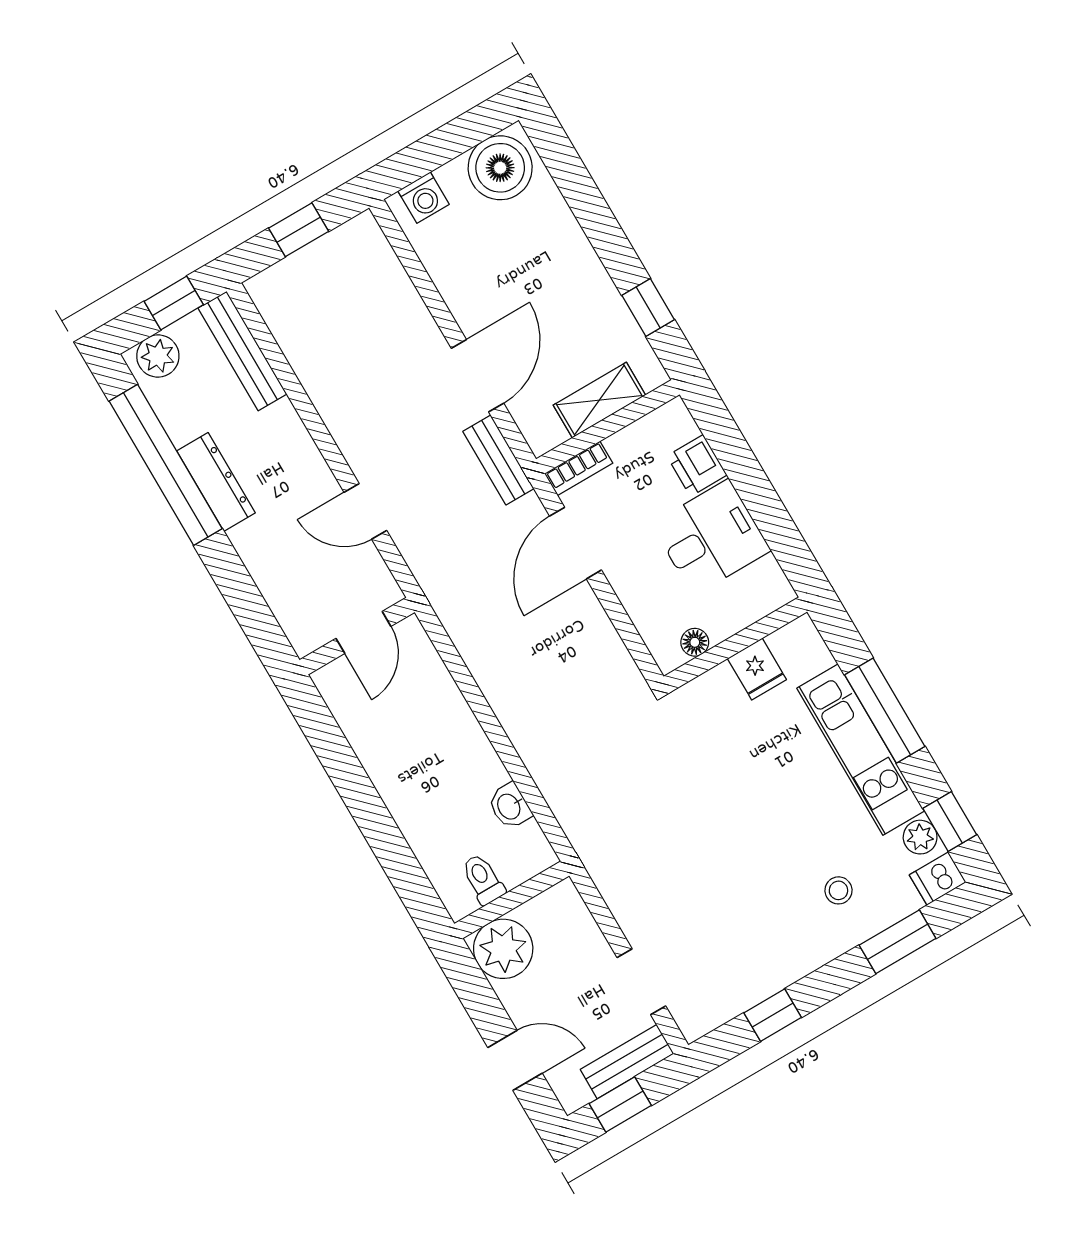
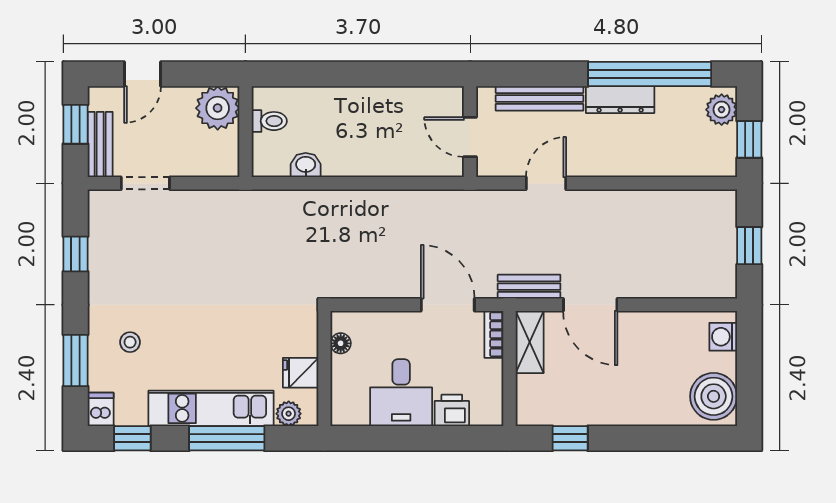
bench: (242, 351) -> (540, 98), moved
shelving: (599, 400) -> (530, 342), moved
plant: (920, 837) -> (289, 414), moved

